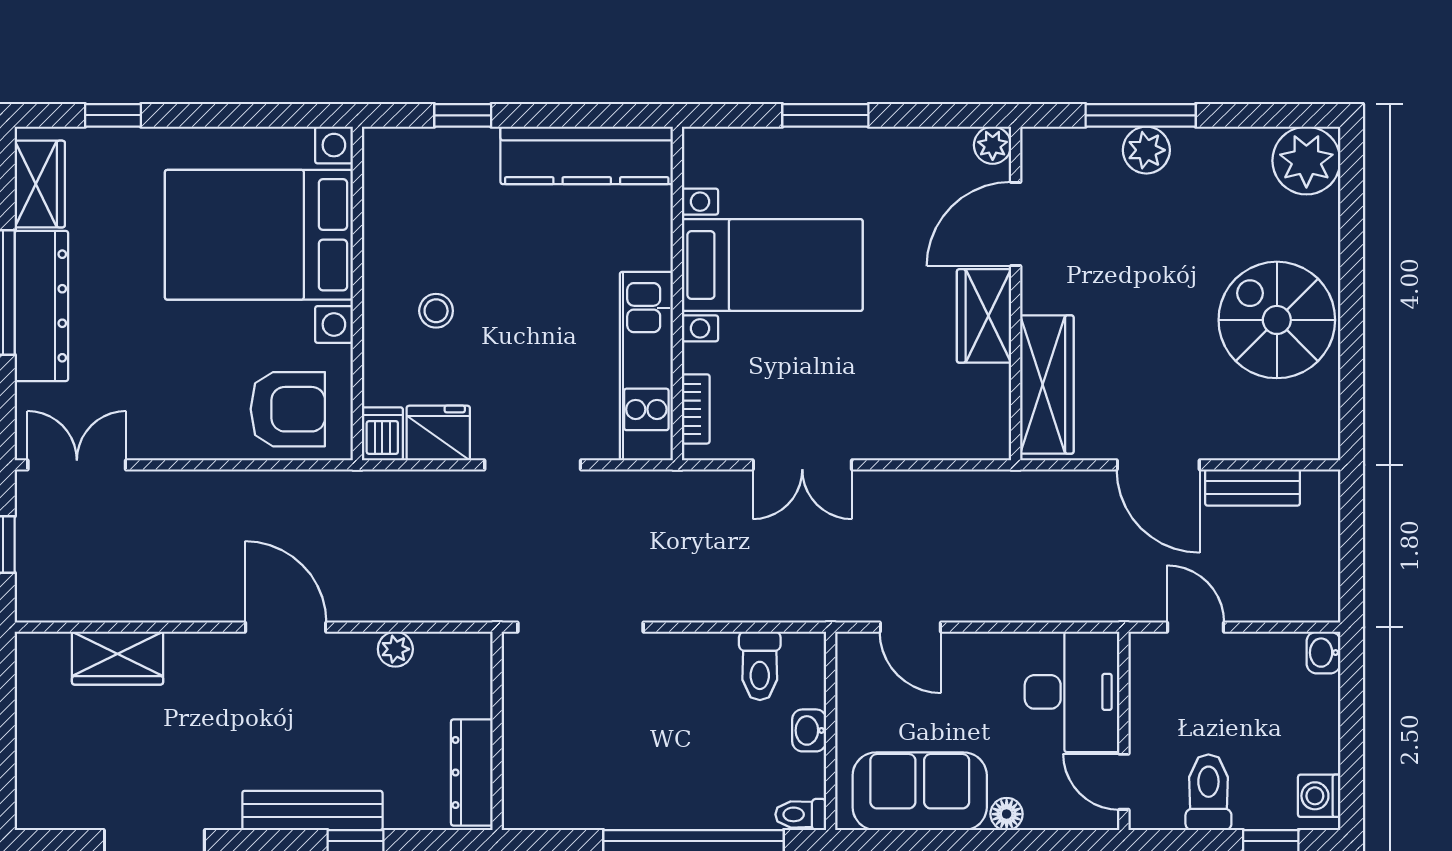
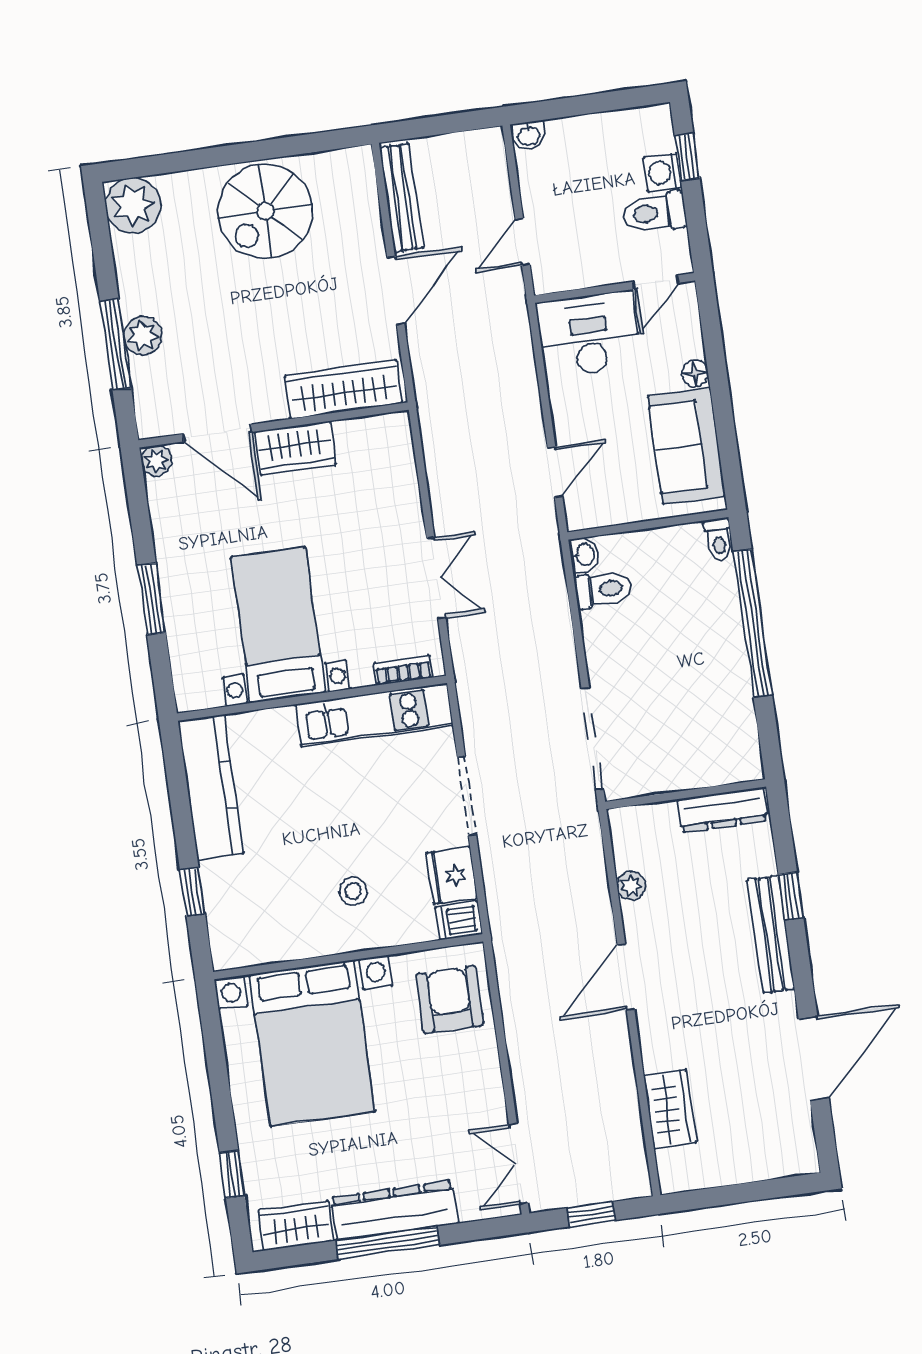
bench: (1253, 487) -> (401, 198), width x1.36
washbasin: (809, 730) -> (584, 555), moved, turned -90
washing machine: (1319, 796) -> (663, 172), moved, turned 90

